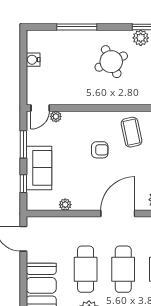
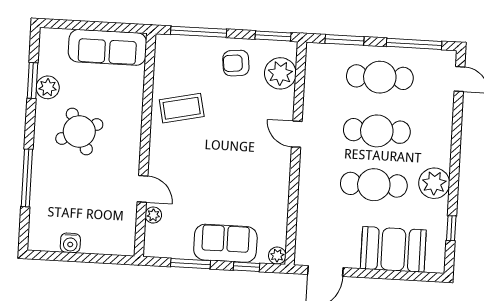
door: (40, 108) -> (142, 189), moved
armchair: (100, 150) -> (204, 155), removed
plant: (65, 205) -> (277, 256), moved
door: (118, 214) -> (297, 134), width x0.53

